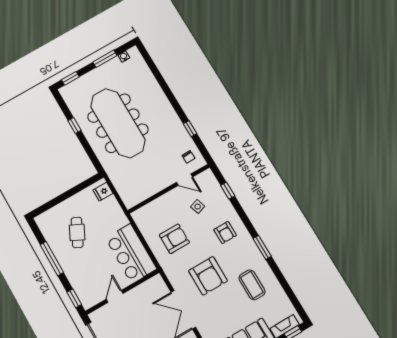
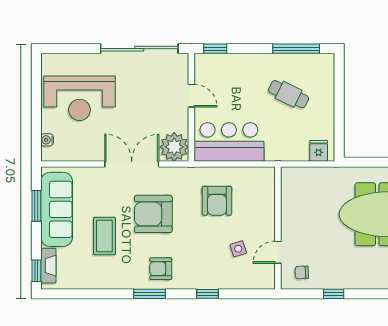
window: (228, 191) -> (207, 294), moved
armchair: (225, 233) -> (161, 269), moved
window: (52, 258) -> (296, 49), moved
coffee table: (252, 285) -> (104, 236), moved, turned 90
plant: (155, 288) -> (174, 147), added

